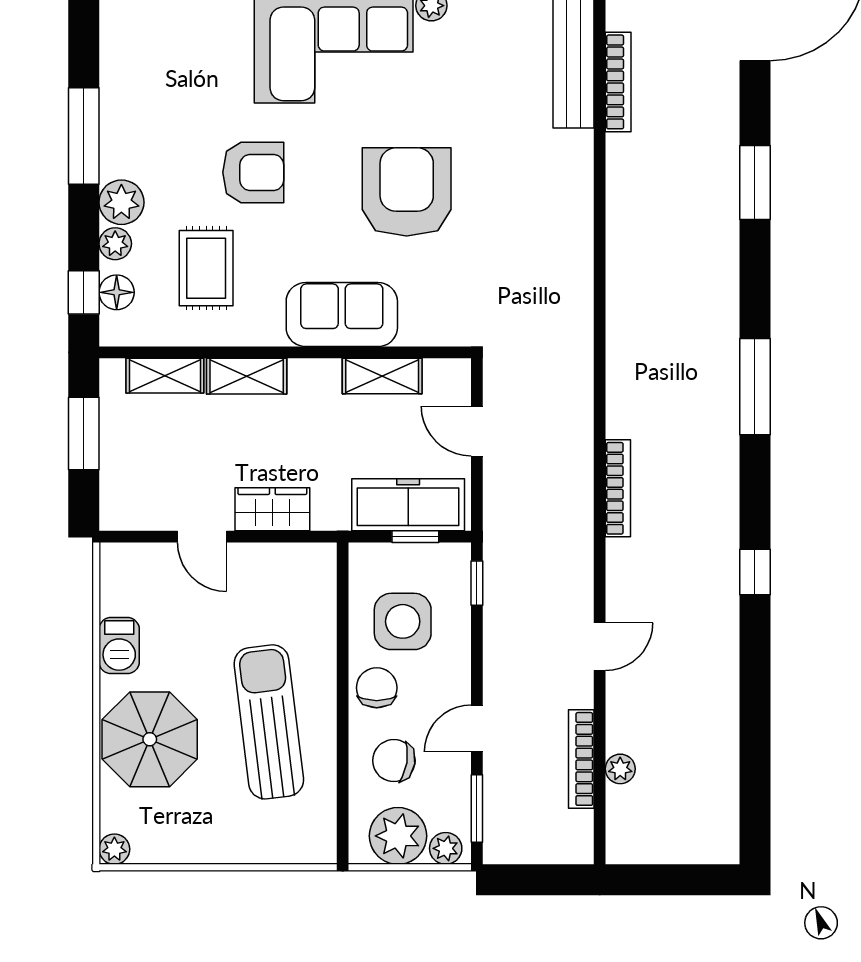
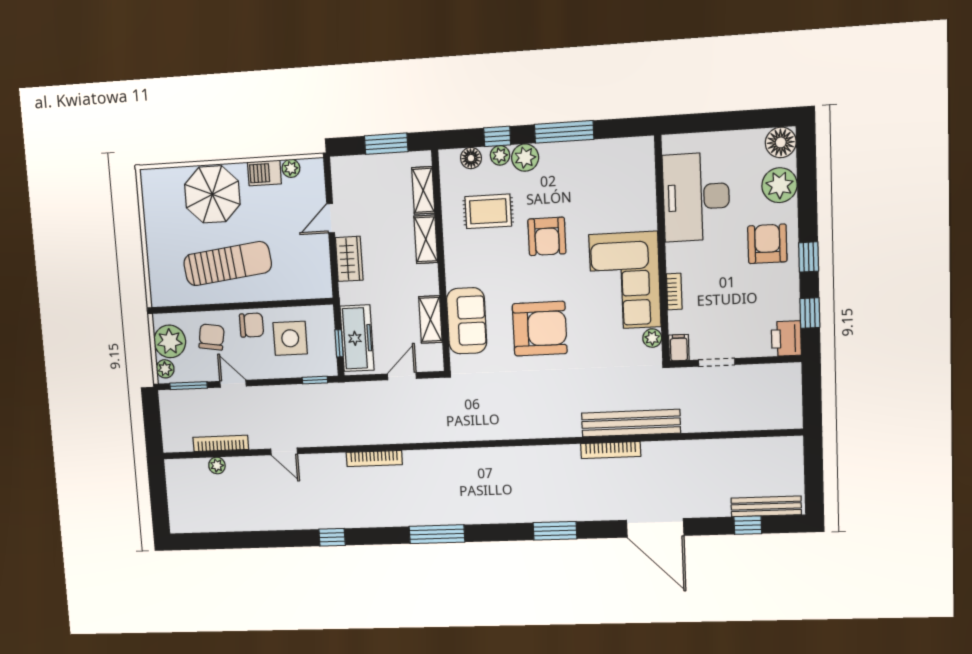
window: (84, 292) -> (497, 136), moved
sofa: (342, 315) -> (467, 321), moved
plant: (114, 849) -> (291, 168), moved

